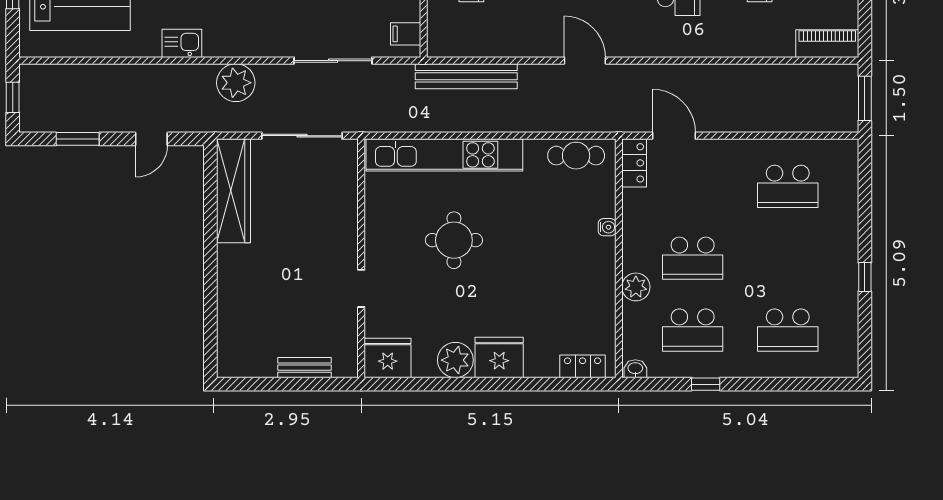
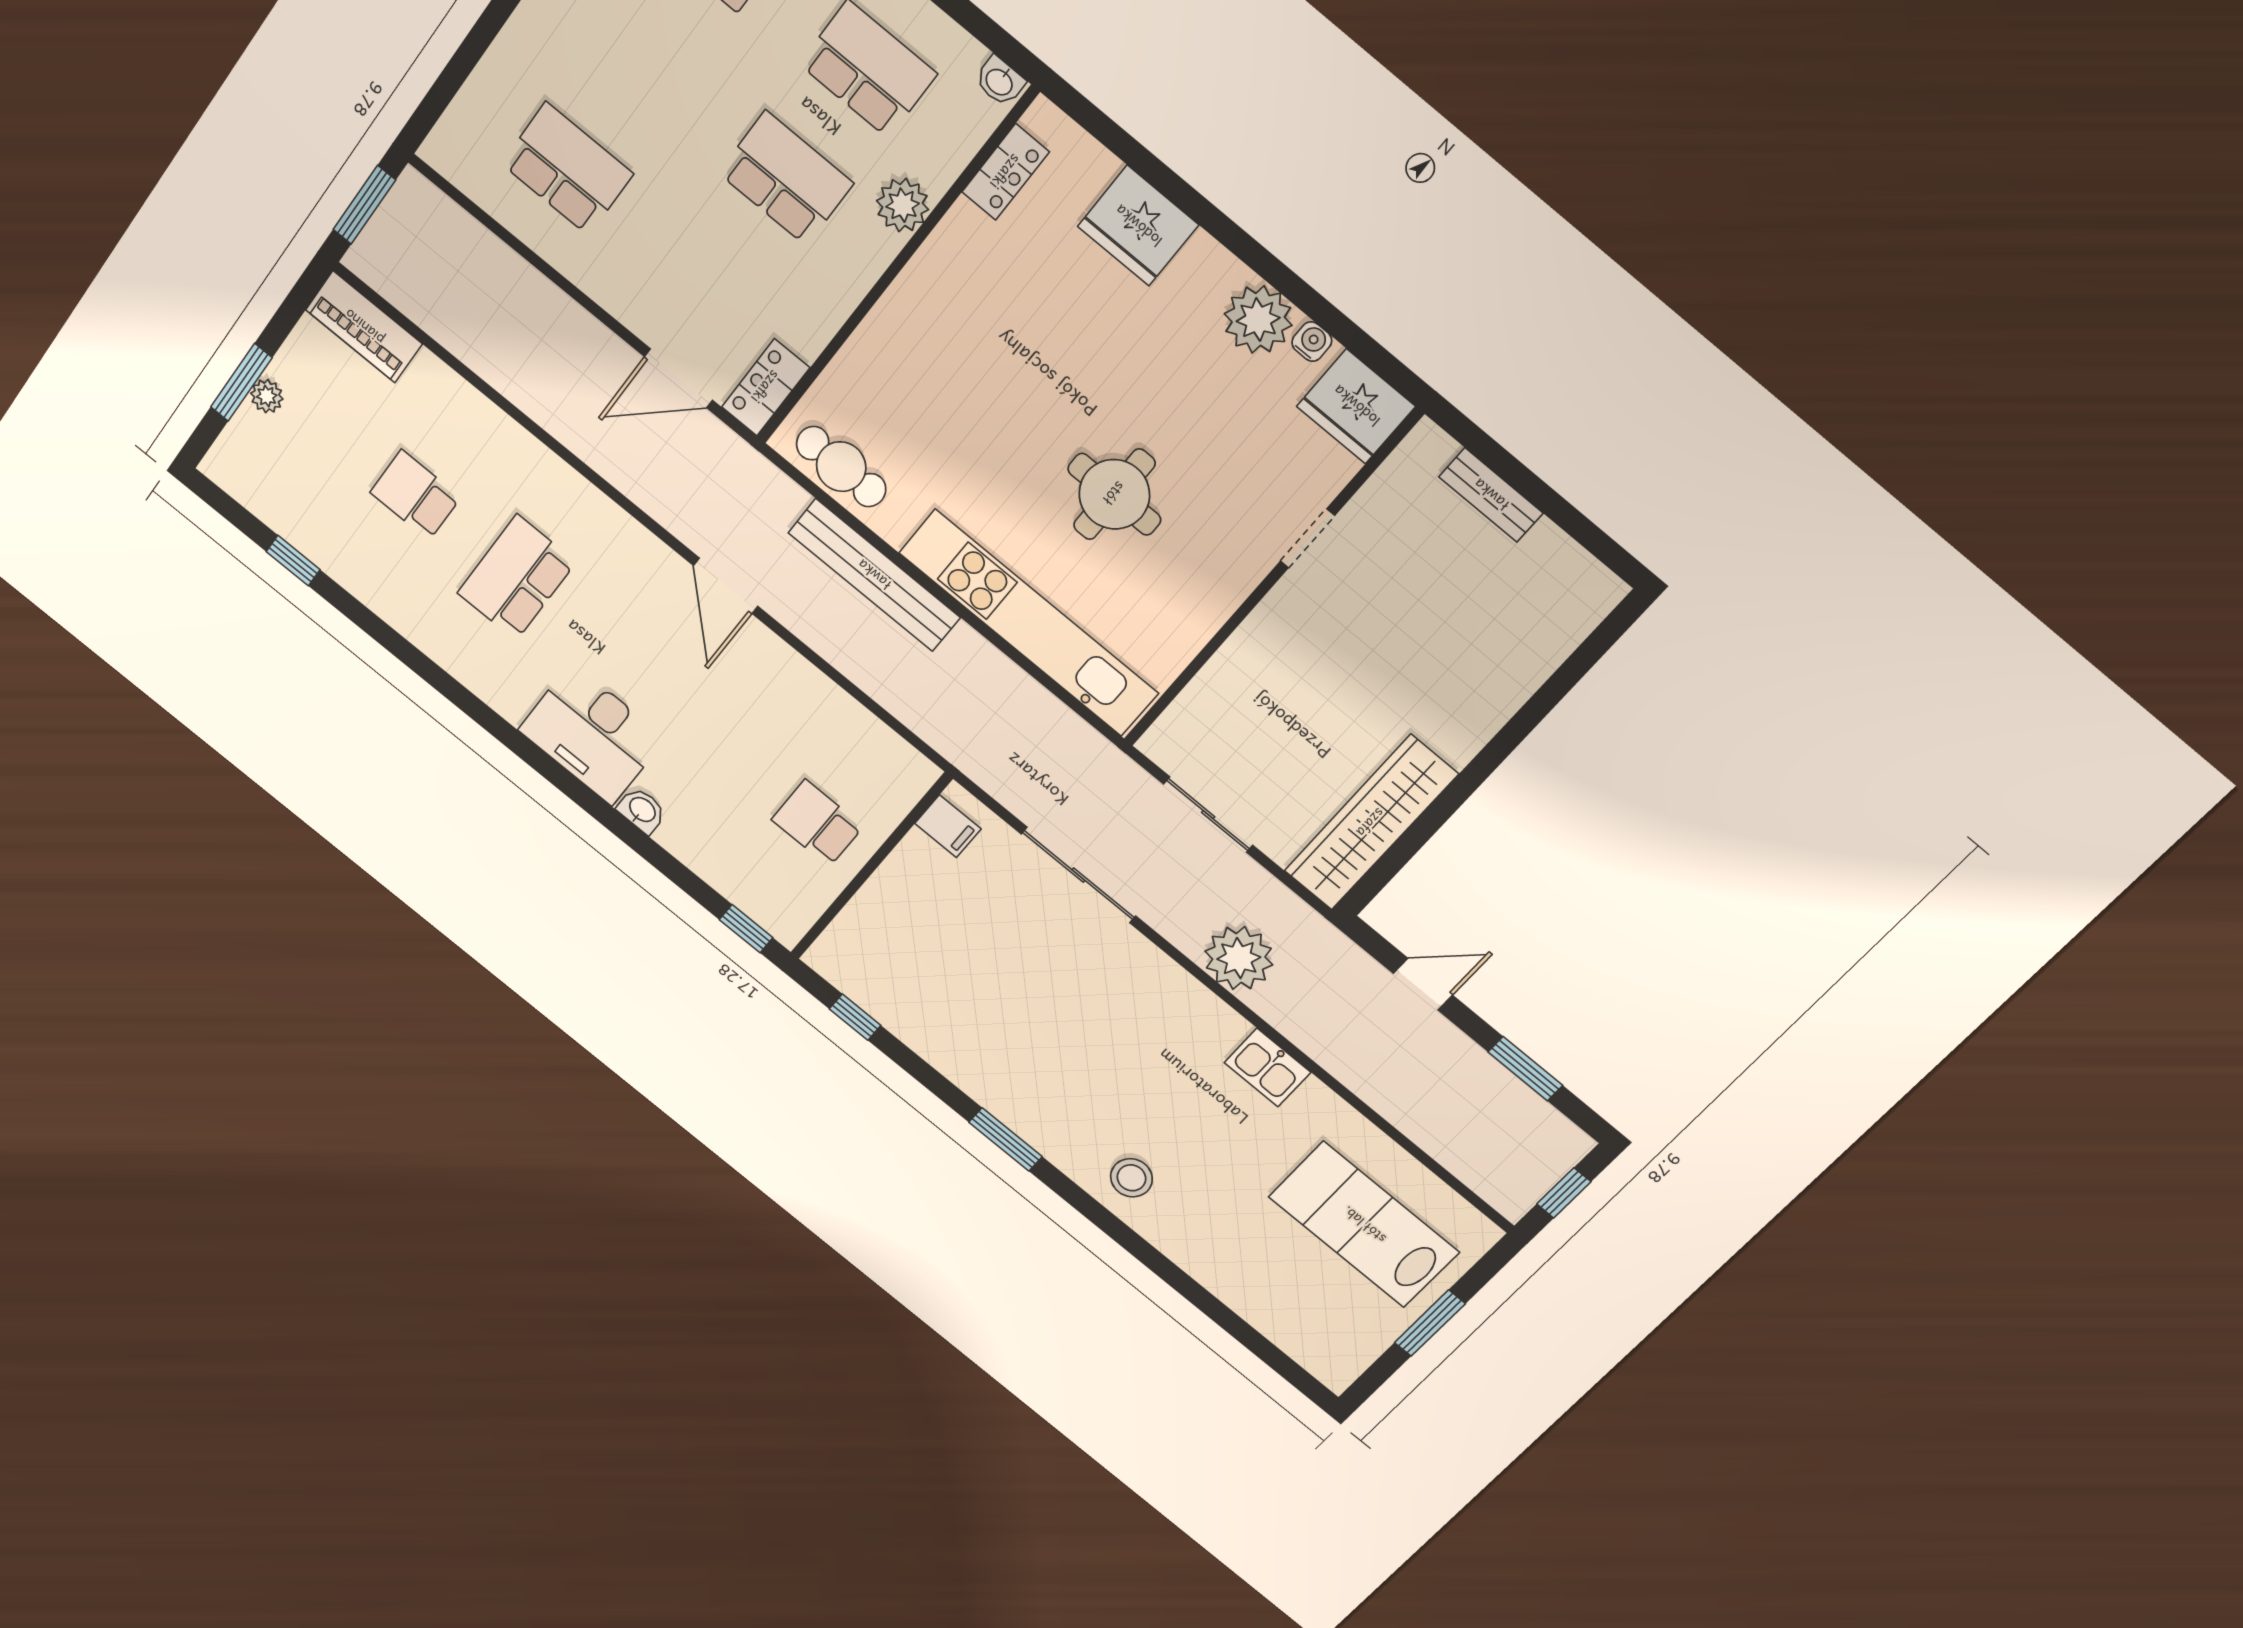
bench: (466, 76) -> (874, 575), moved
sliding door: (302, 136) -> (1208, 815), width x0.73
door: (674, 136) -> (679, 378), hinge flipped
water cooler: (607, 227) -> (1312, 342), moved, turned 90
fridge: (499, 357) -> (1138, 226), moved
locker: (583, 366) -> (1006, 172), moved, turned -90

